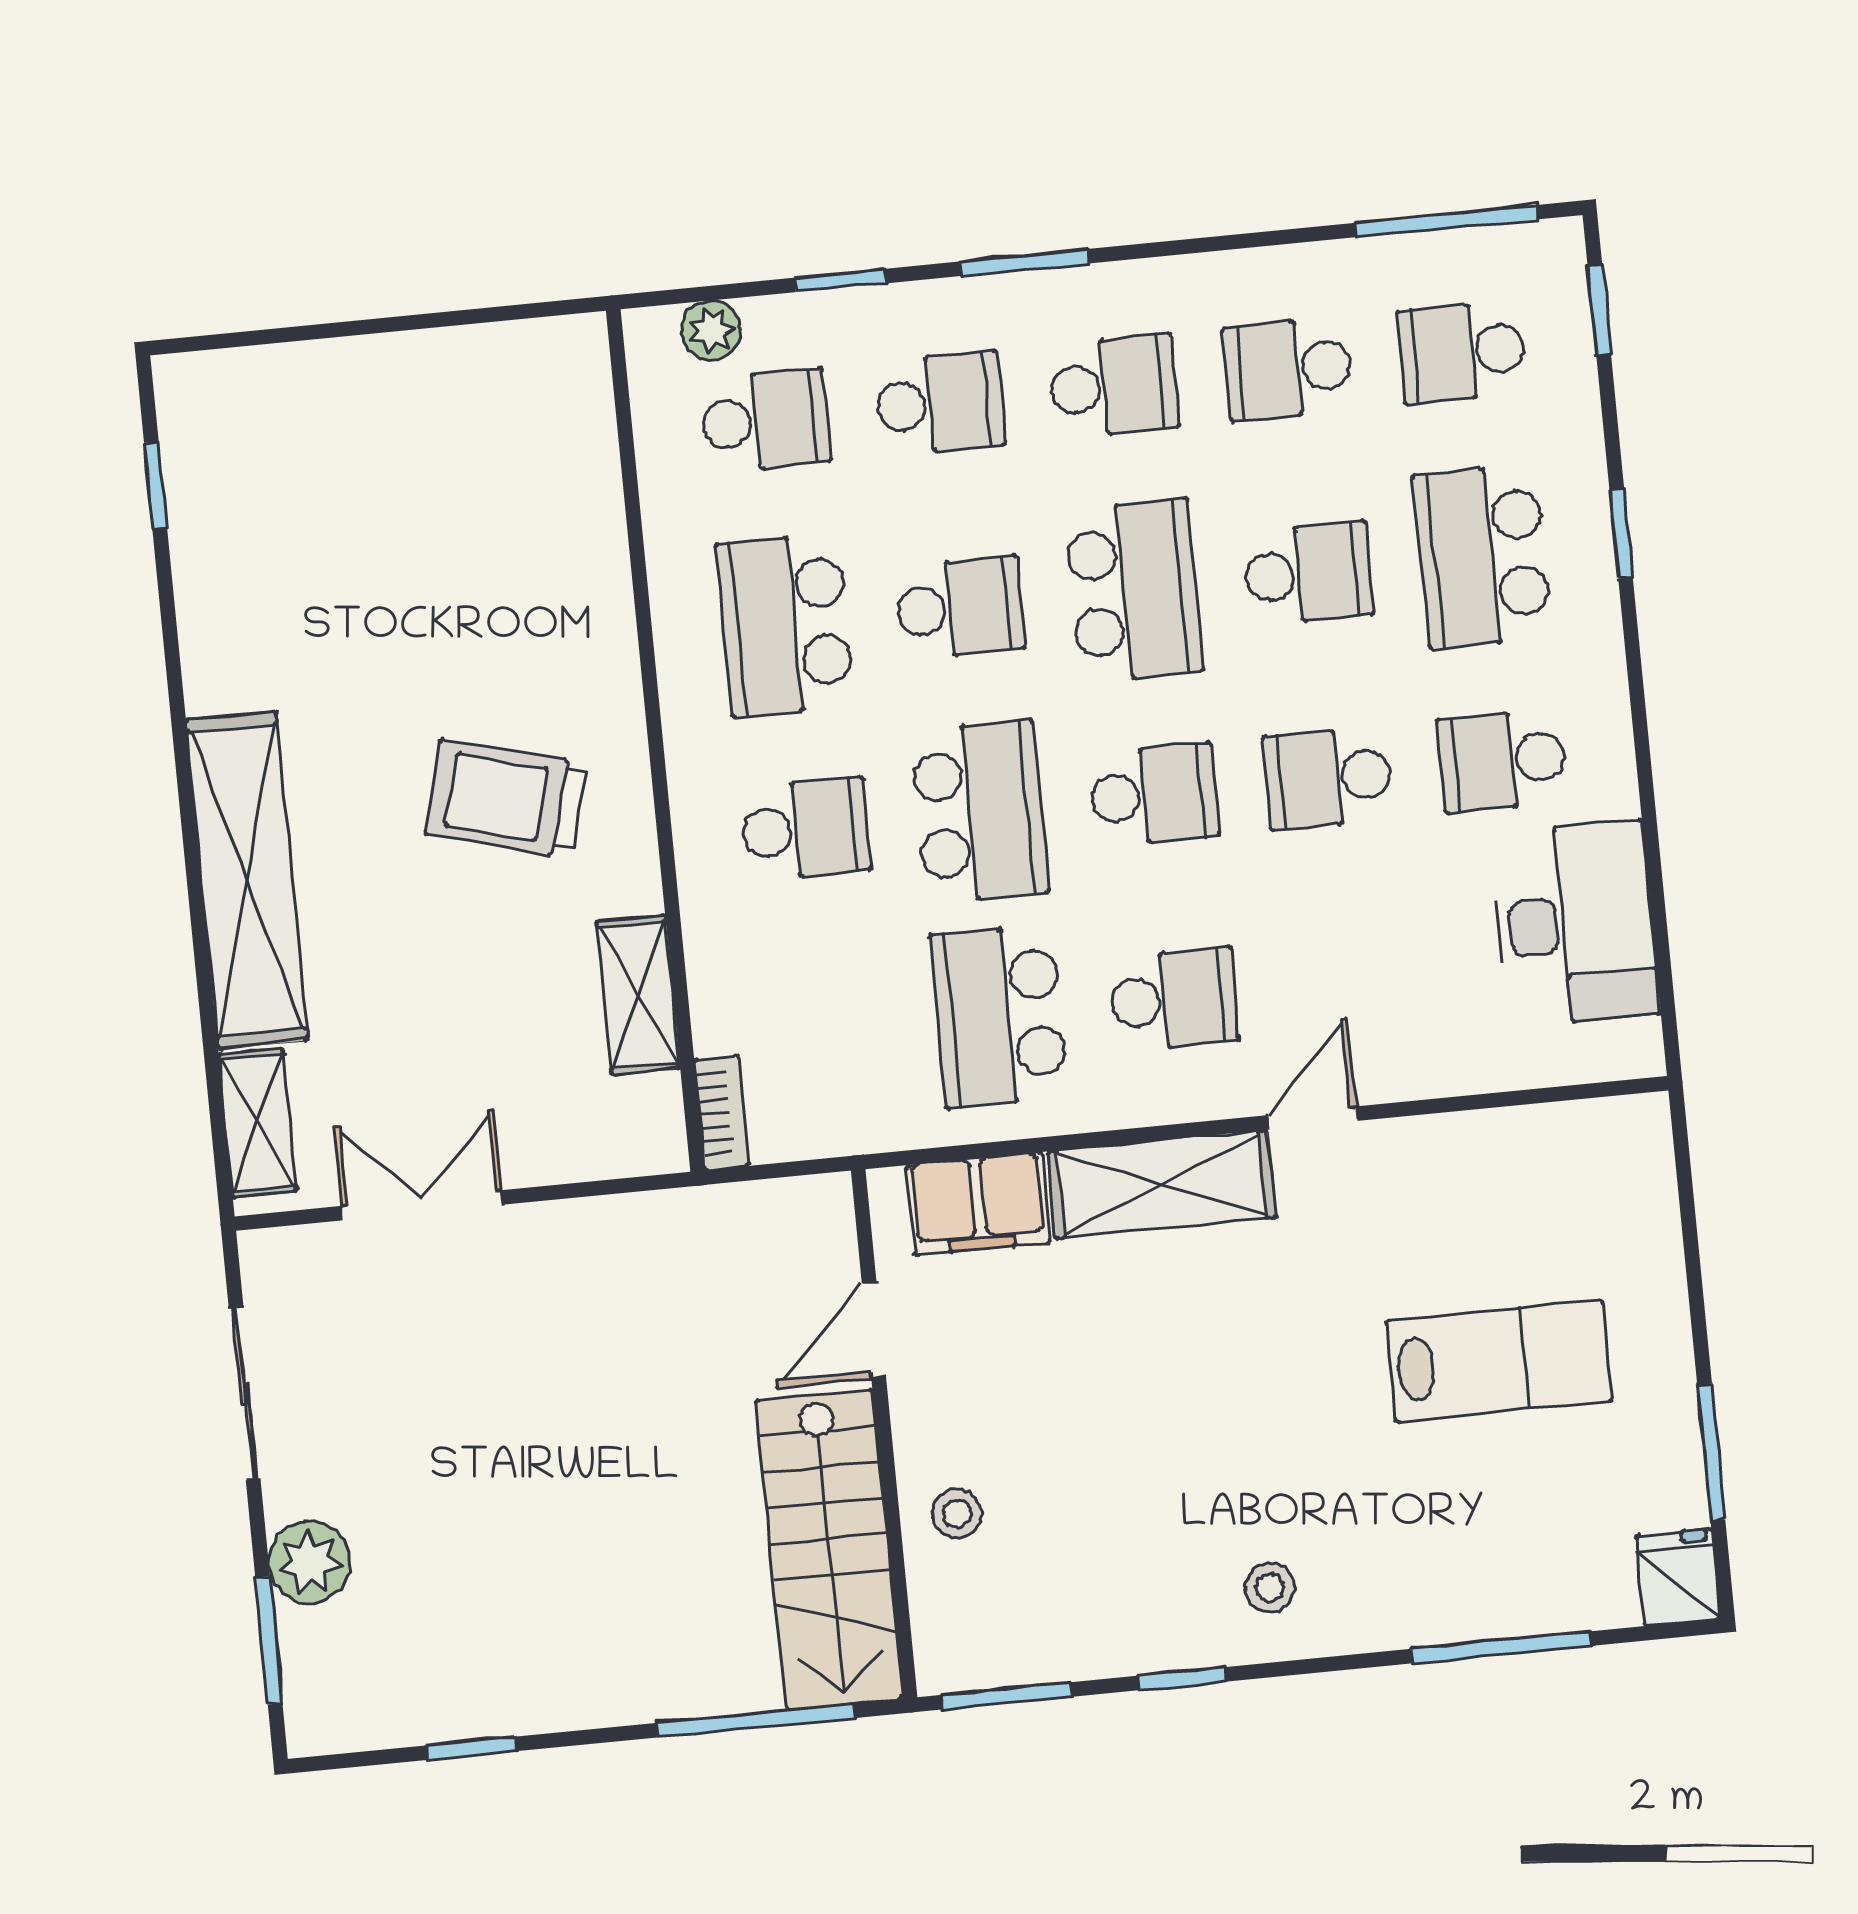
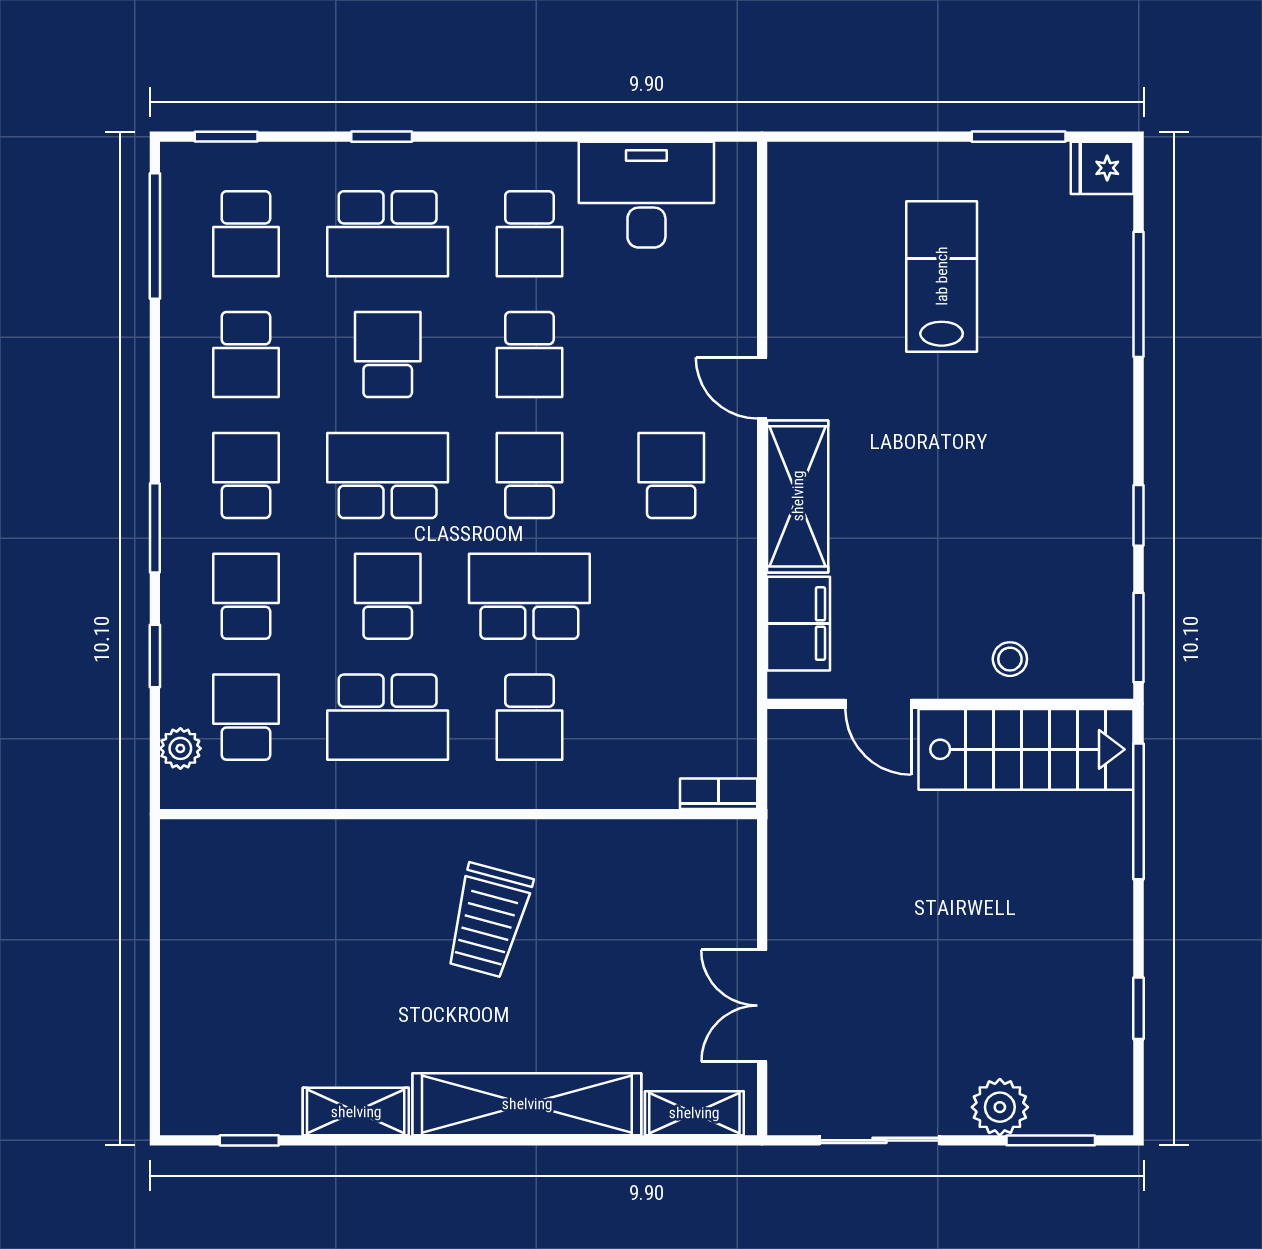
school desk: (805, 829) -> (529, 717), turned 180
shelving: (638, 995) -> (356, 1112), moved
school desk: (1000, 1016) -> (671, 596), removed
stool: (1270, 1588) -> (1082, 449), removed

